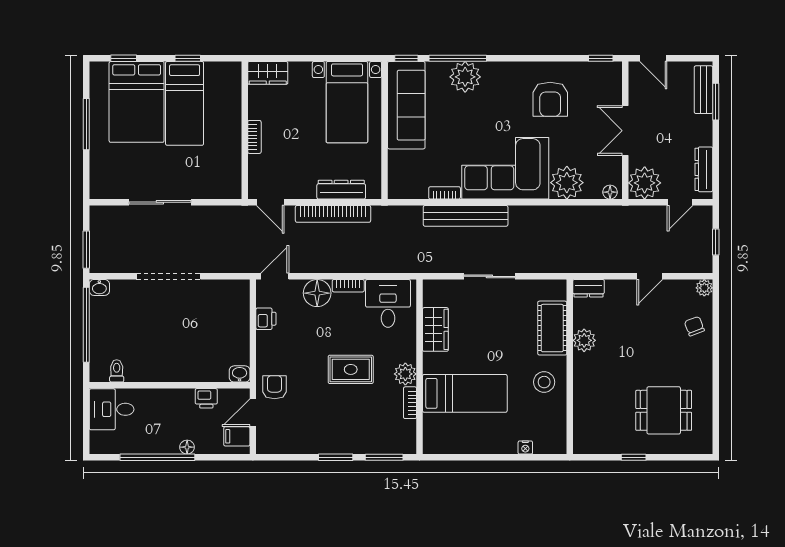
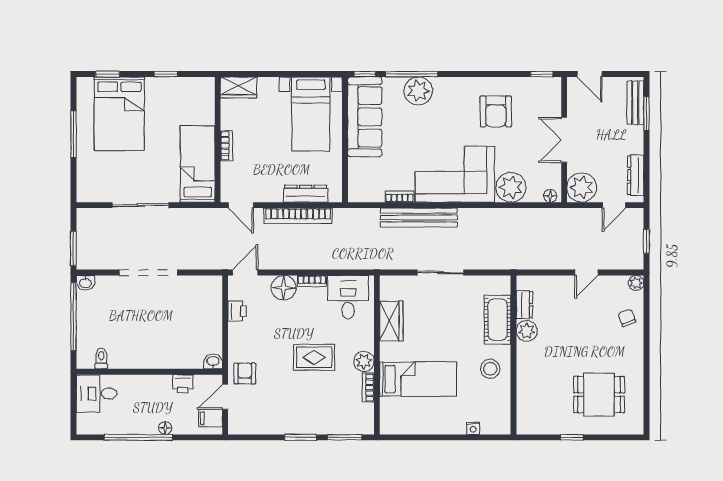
bed: (185, 103) -> (198, 164), moved, turned 180
dresser: (588, 288) -> (524, 305), moved, turned -90

